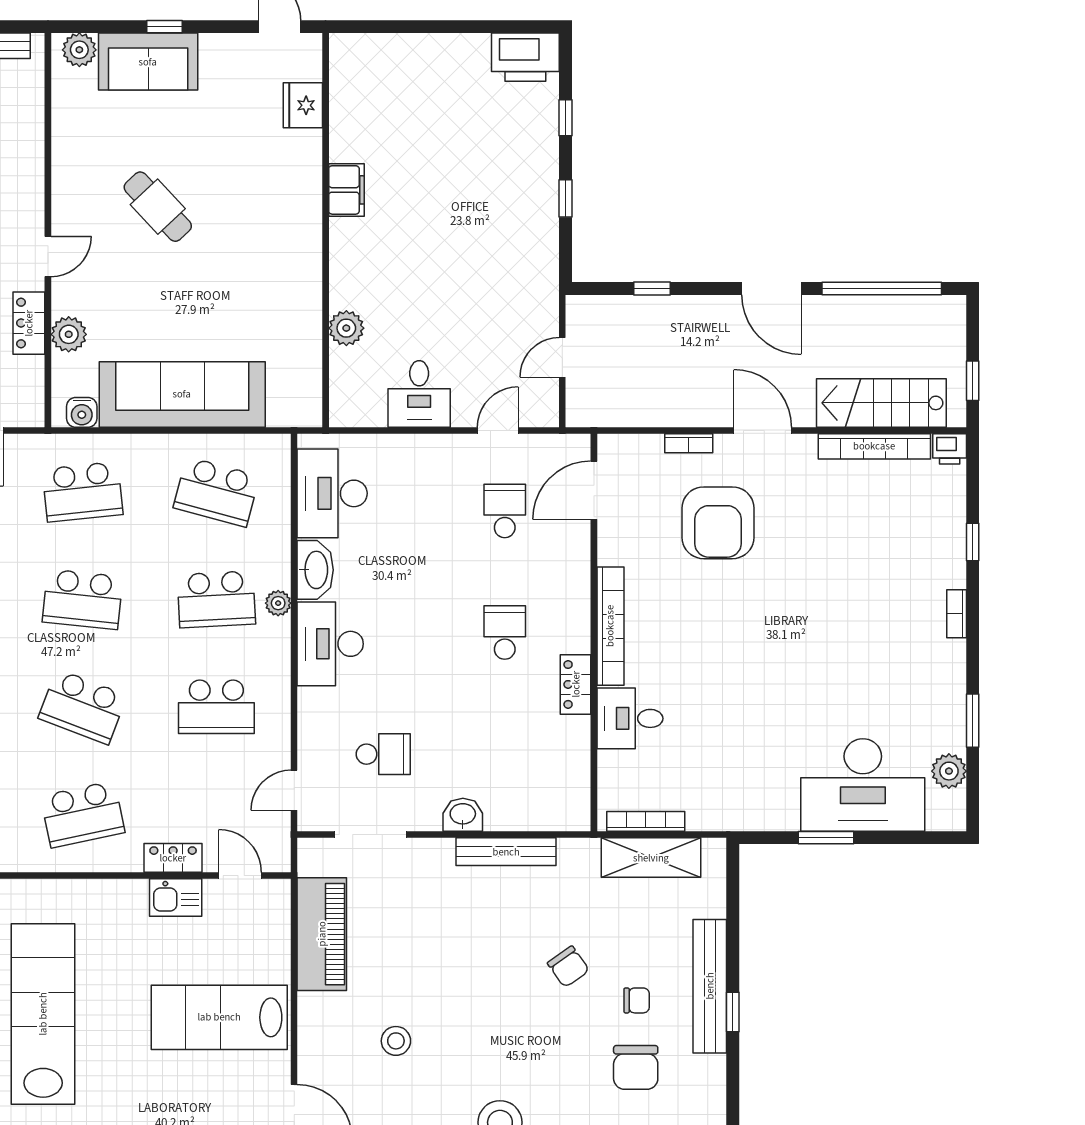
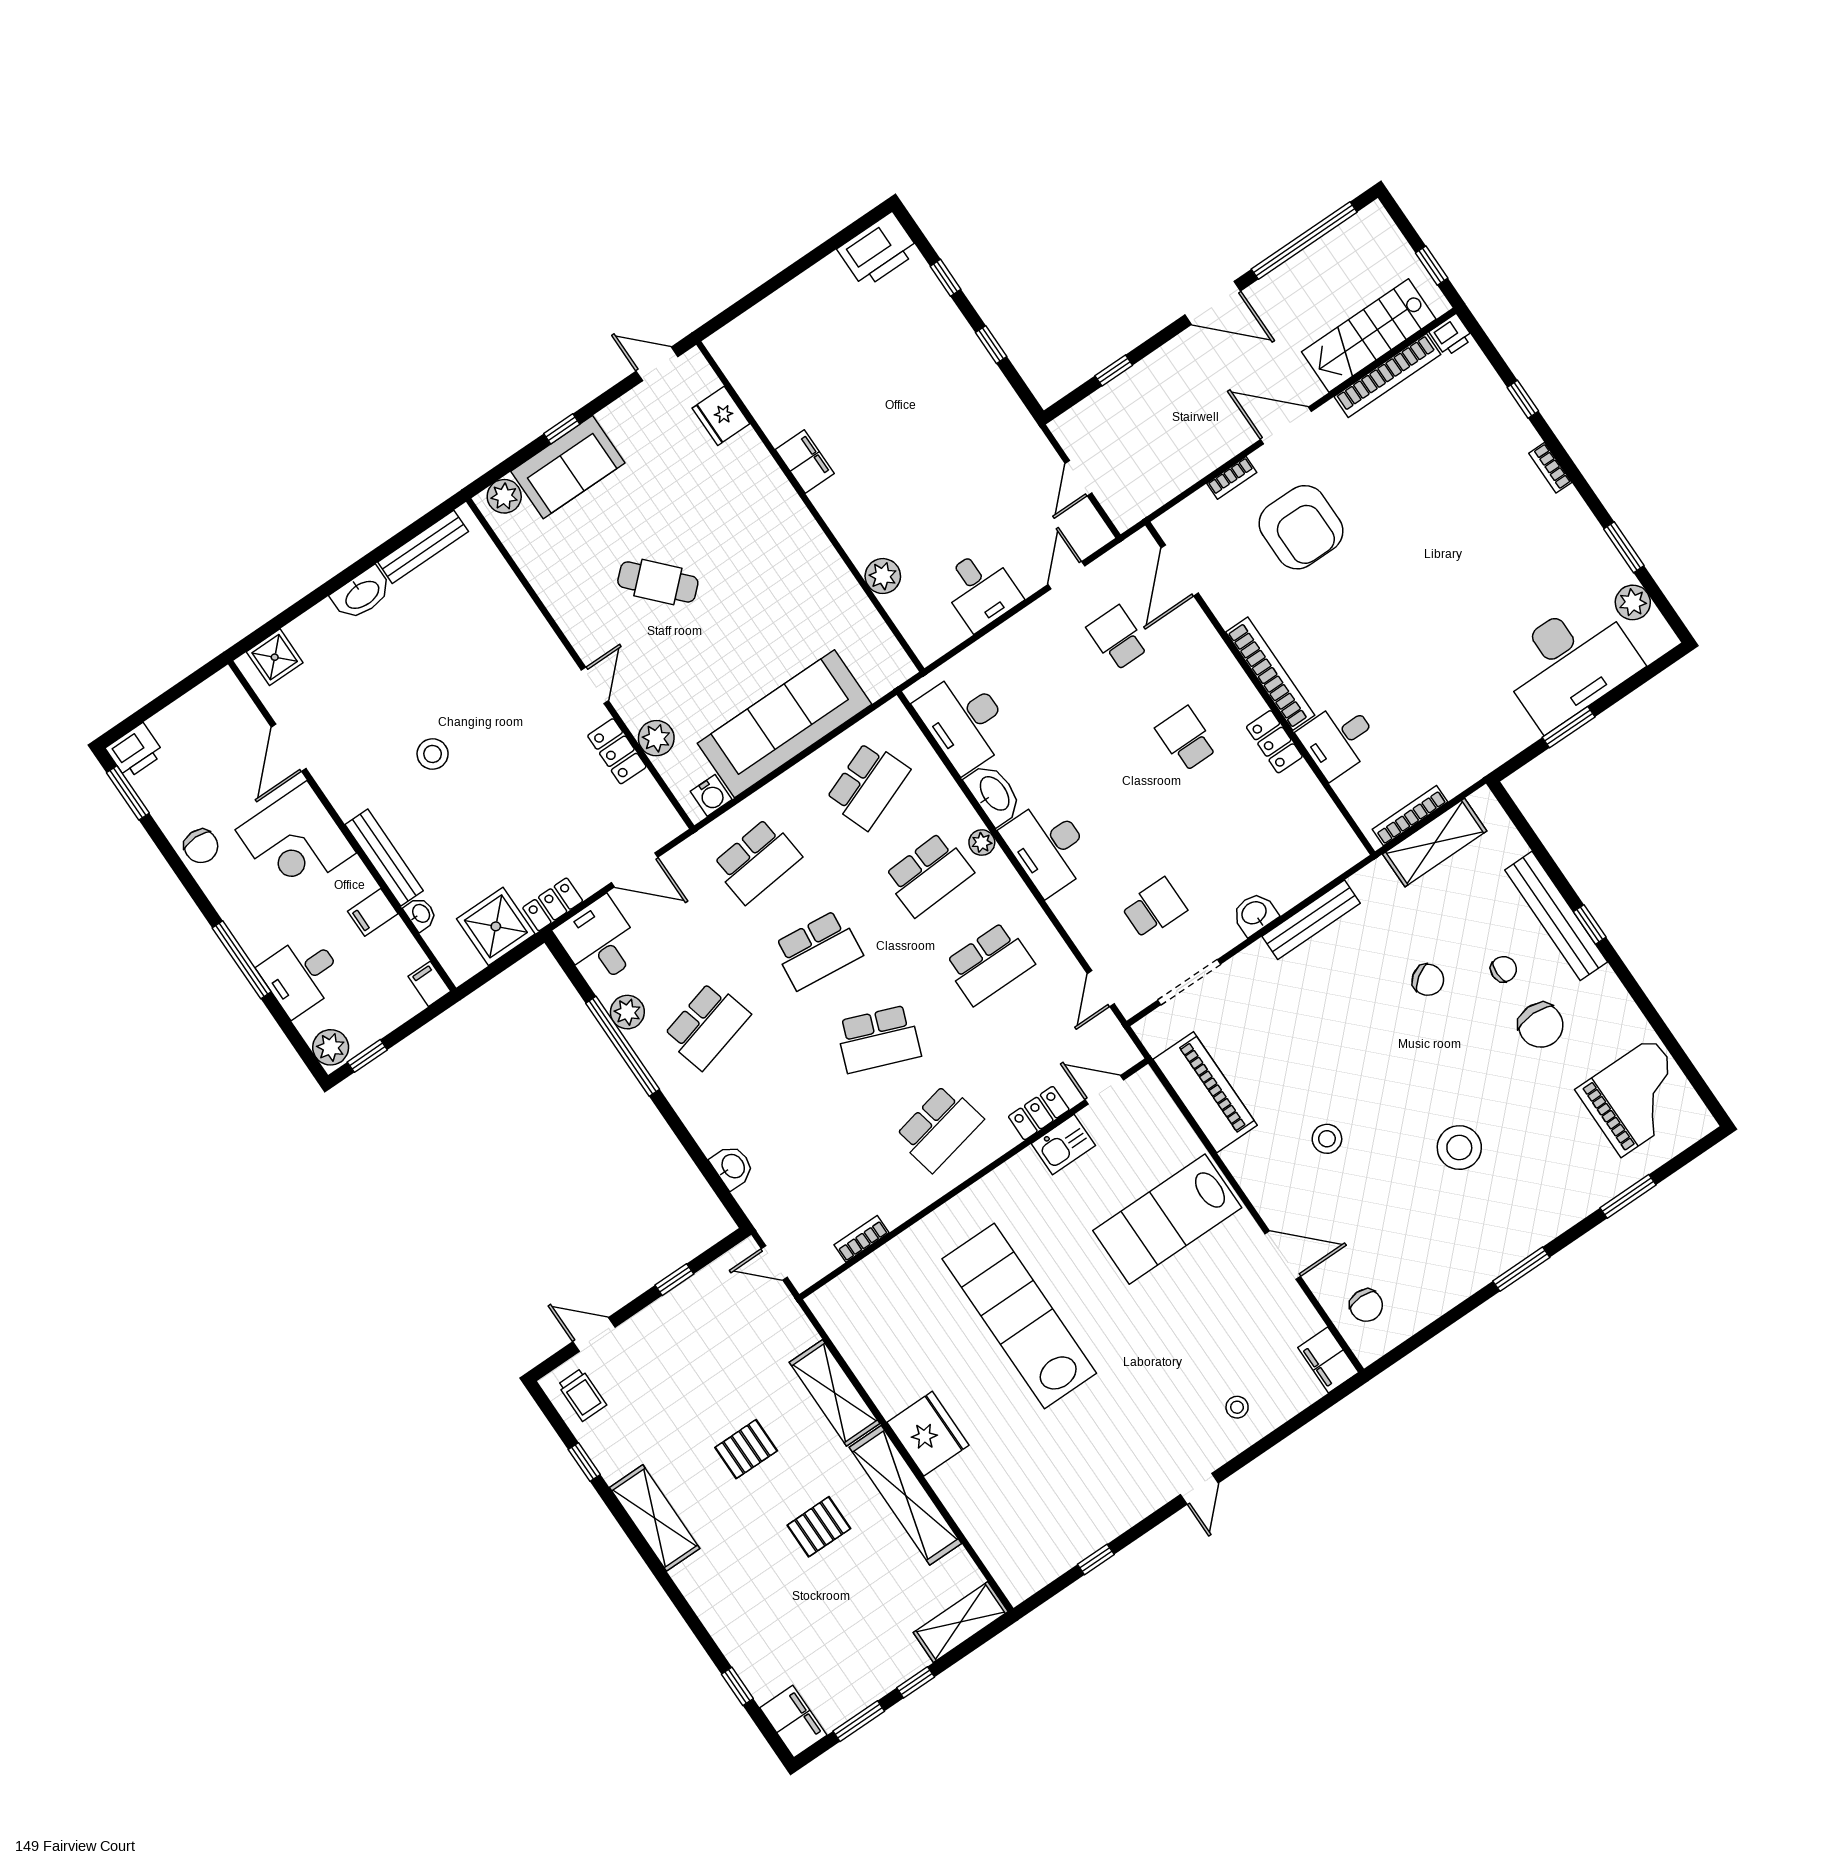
school desk: (216, 492) -> (868, 785), turned -36

